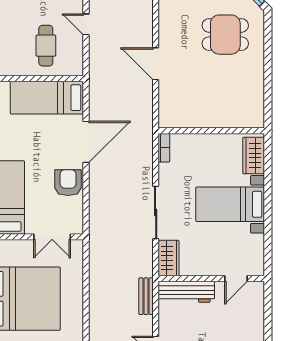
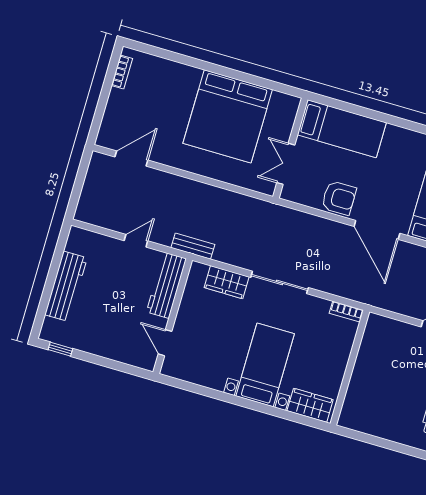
wall: (211, 279) -> (173, 316), moved
door: (236, 279) -> (165, 343), moved
workbench: (186, 292) -> (166, 285), moved

